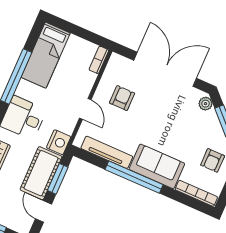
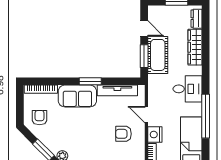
armchair: (122, 98) -> (123, 134), turned 90
nightstand: (59, 142) -> (155, 135), moved
window: (134, 177) -> (90, 81), width x0.47

